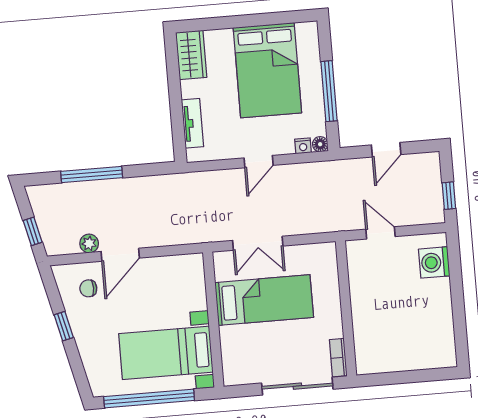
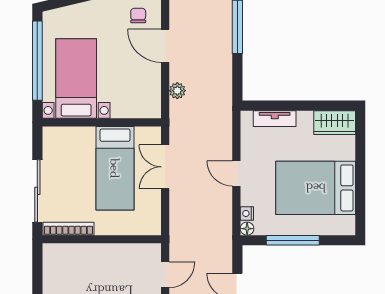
plant: (89, 243) -> (177, 91), moved
bookcase: (338, 358) -> (68, 229), width x1.56

